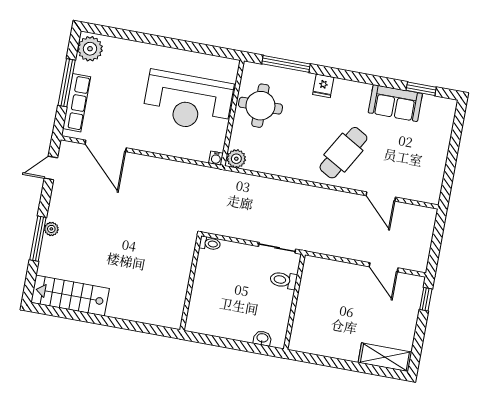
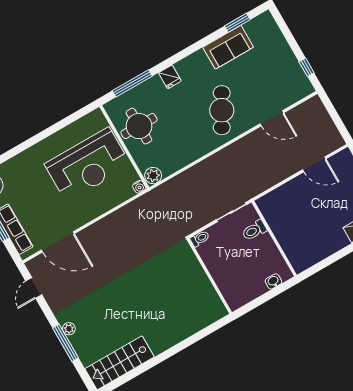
window: (448, 178) -> (307, 67), added
toilet: (210, 243) -> (200, 239), moved
wall: (191, 283) -> (209, 276), moved

